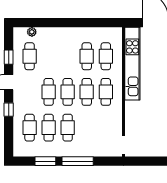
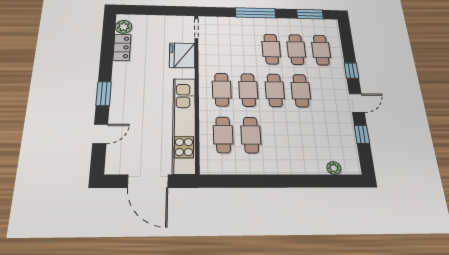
cafe table: (30, 56) -> (333, 135), removed
fridge: (134, 121) -> (182, 55), added
window: (45, 161) -> (310, 14), moved

